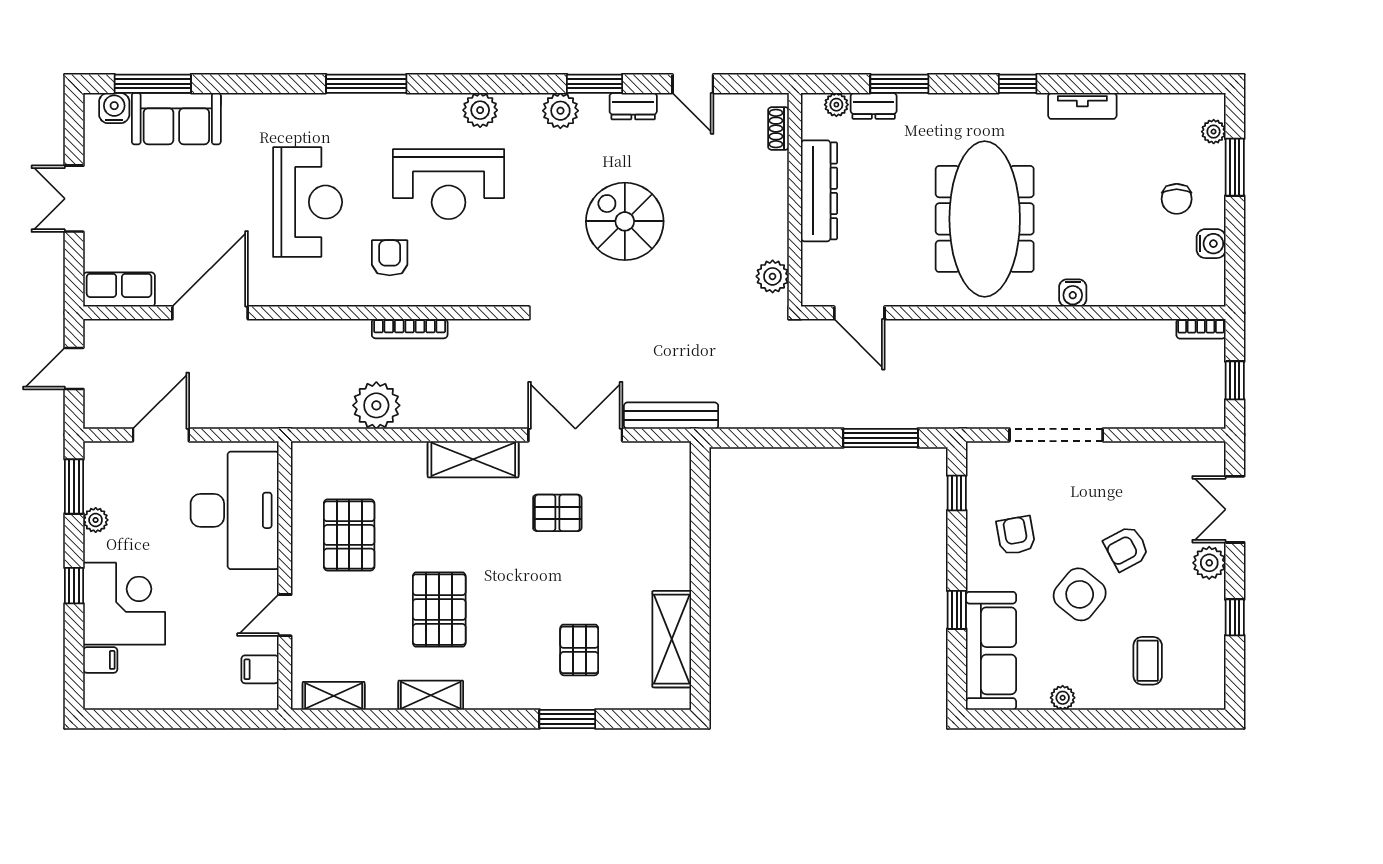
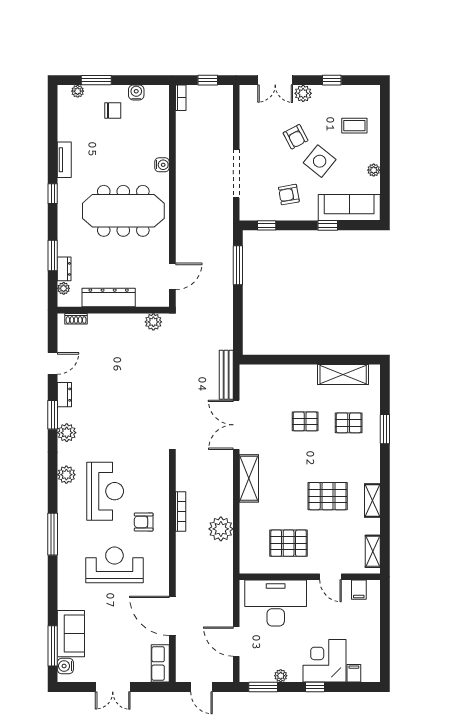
spiral stairs: (625, 221) -> (125, 399), removed
pallet: (557, 513) -> (305, 421), moved, turned 90

